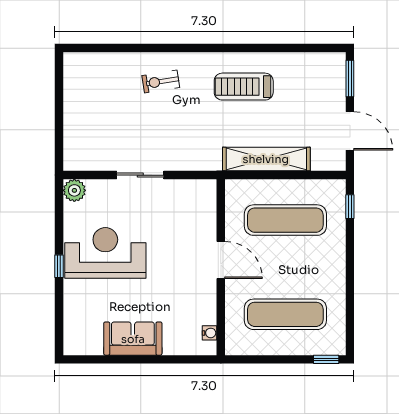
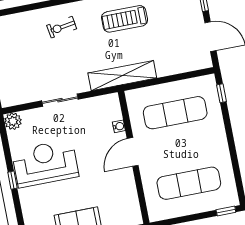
shelving: (266, 159) -> (122, 76), moved
door: (221, 260) -> (133, 152), swing flipped
water cooler: (210, 333) -> (119, 126), moved

